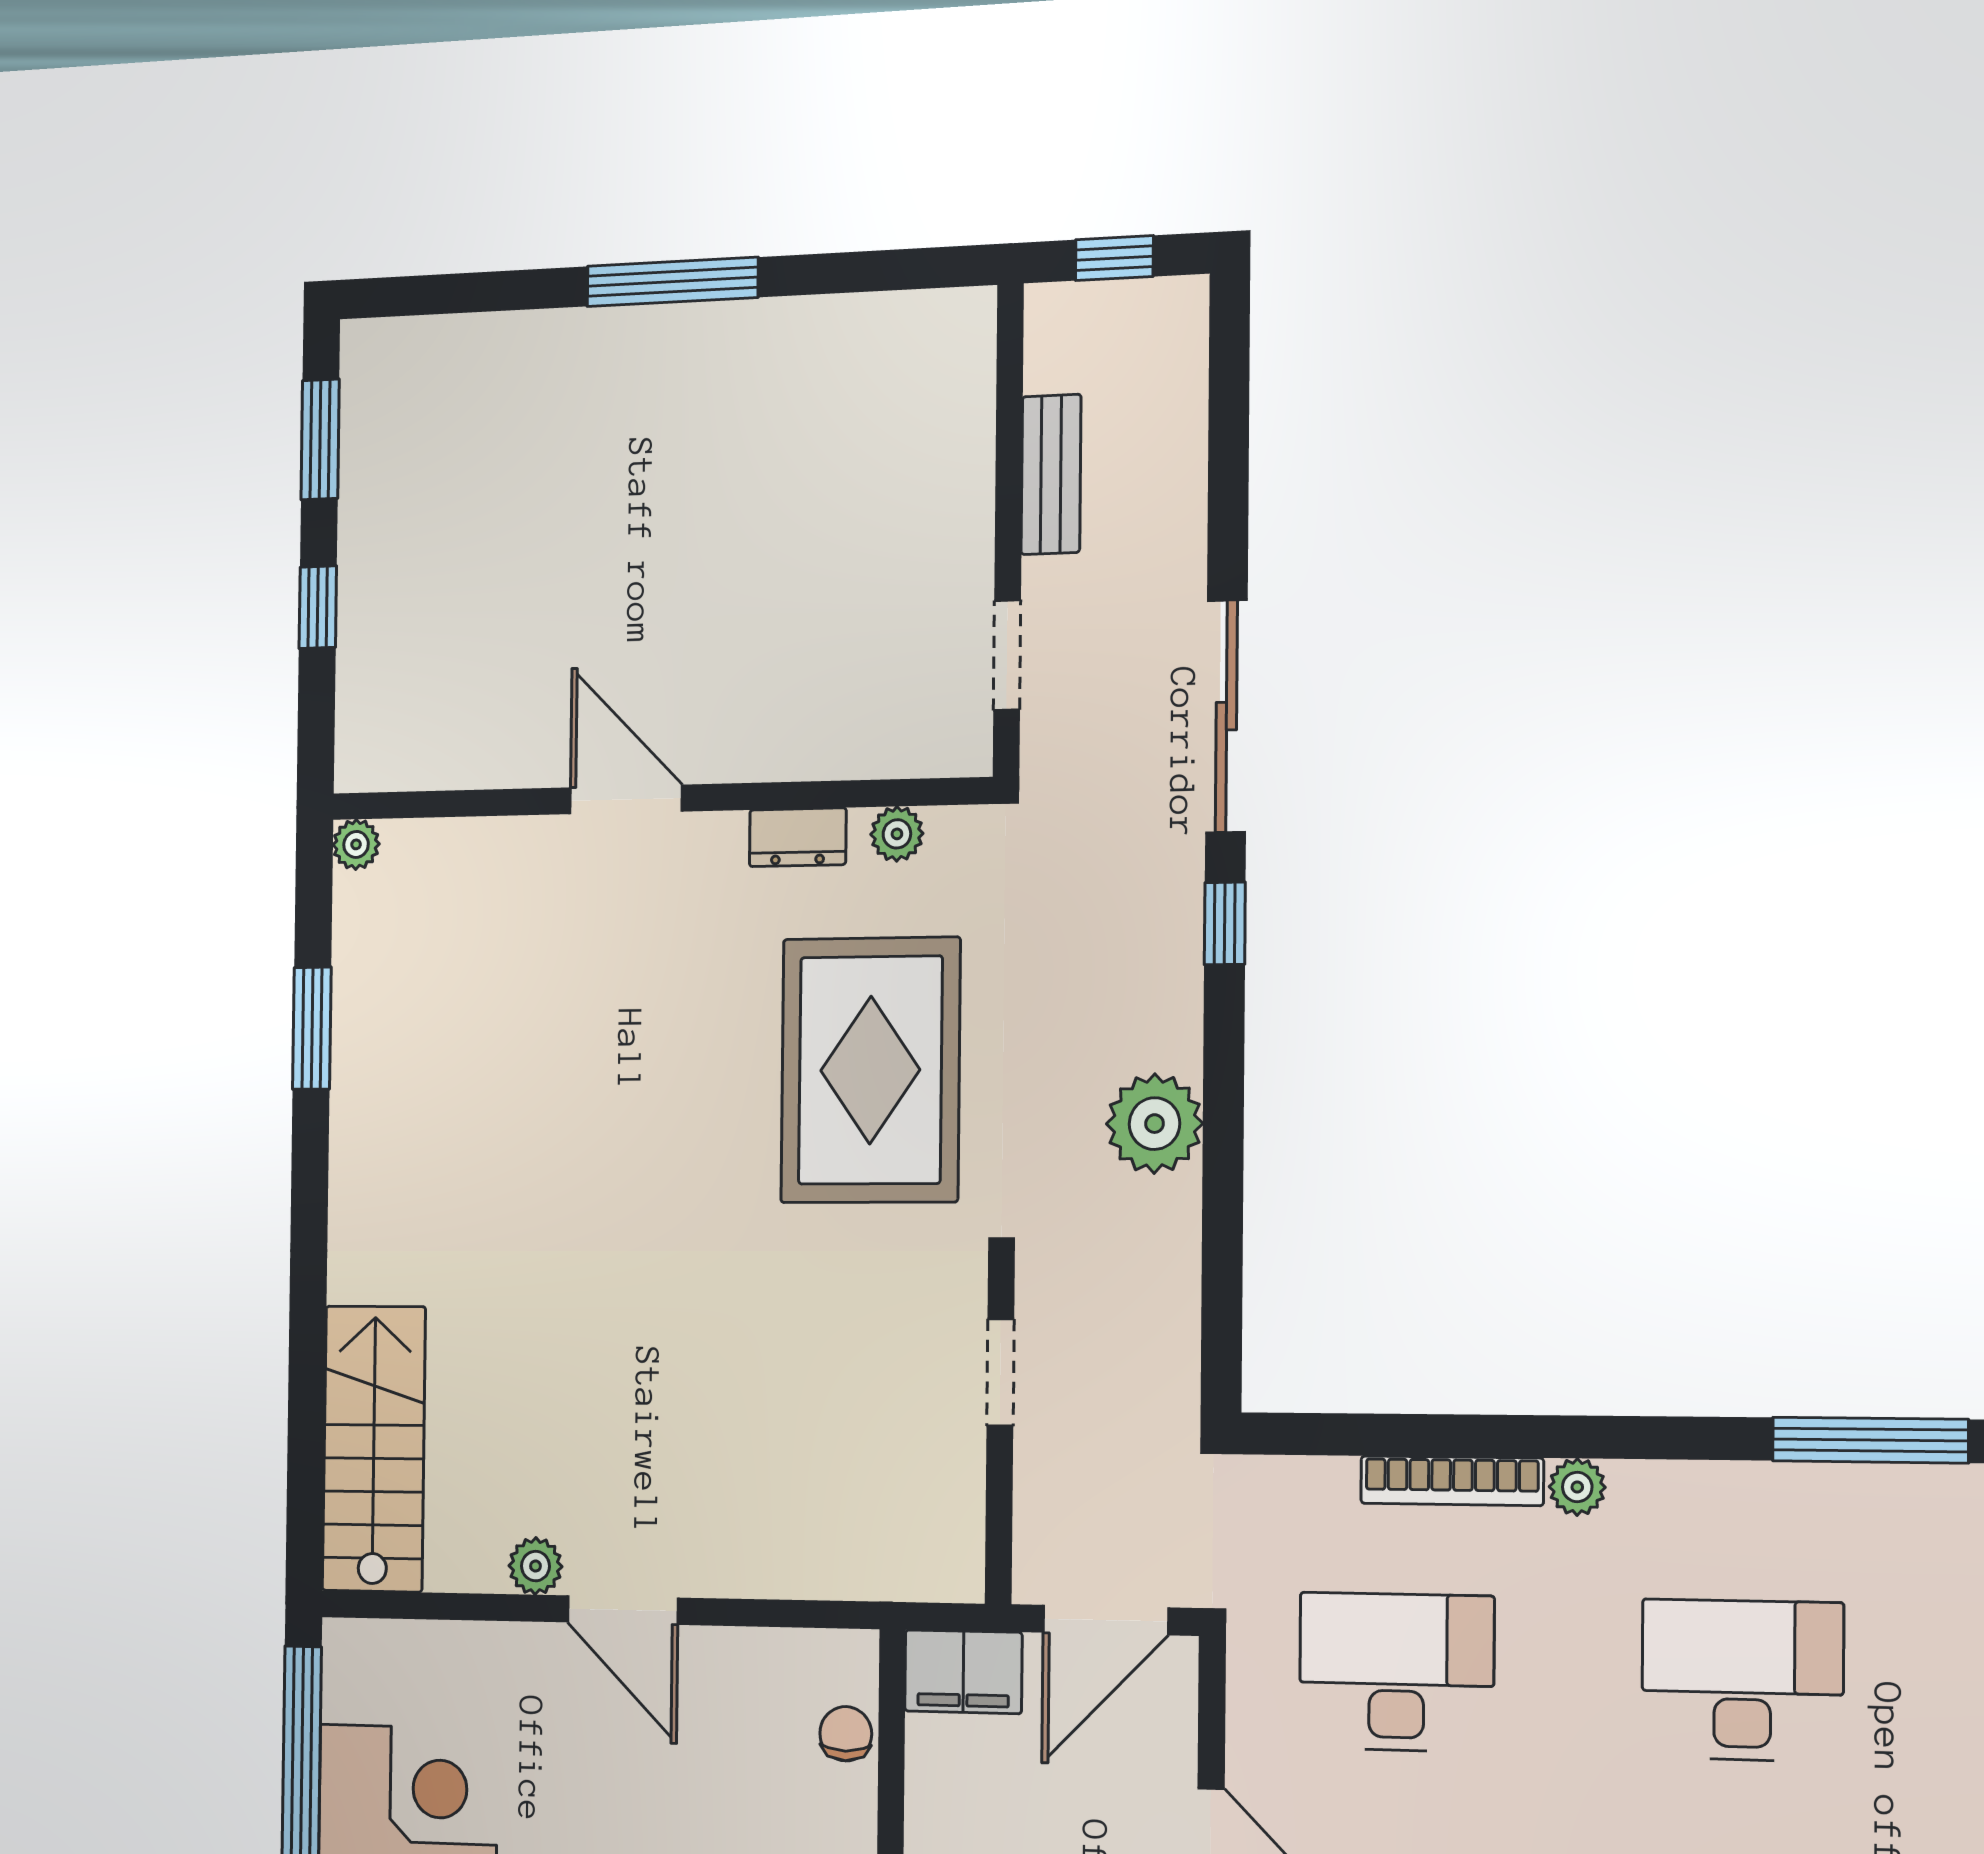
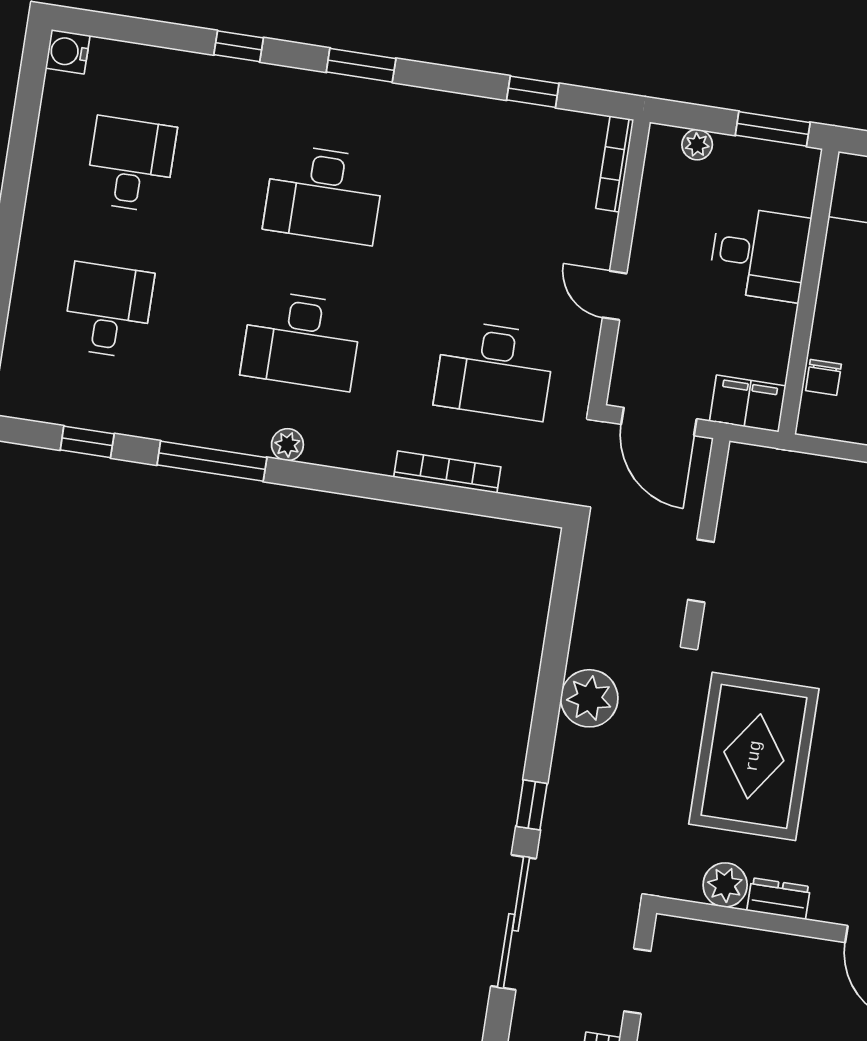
plant: (897, 834) -> (725, 885), width x1.38, depth x1.38
plant: (1577, 1487) -> (287, 445), moved
door: (1106, 1620) -> (659, 422), swing flipped

